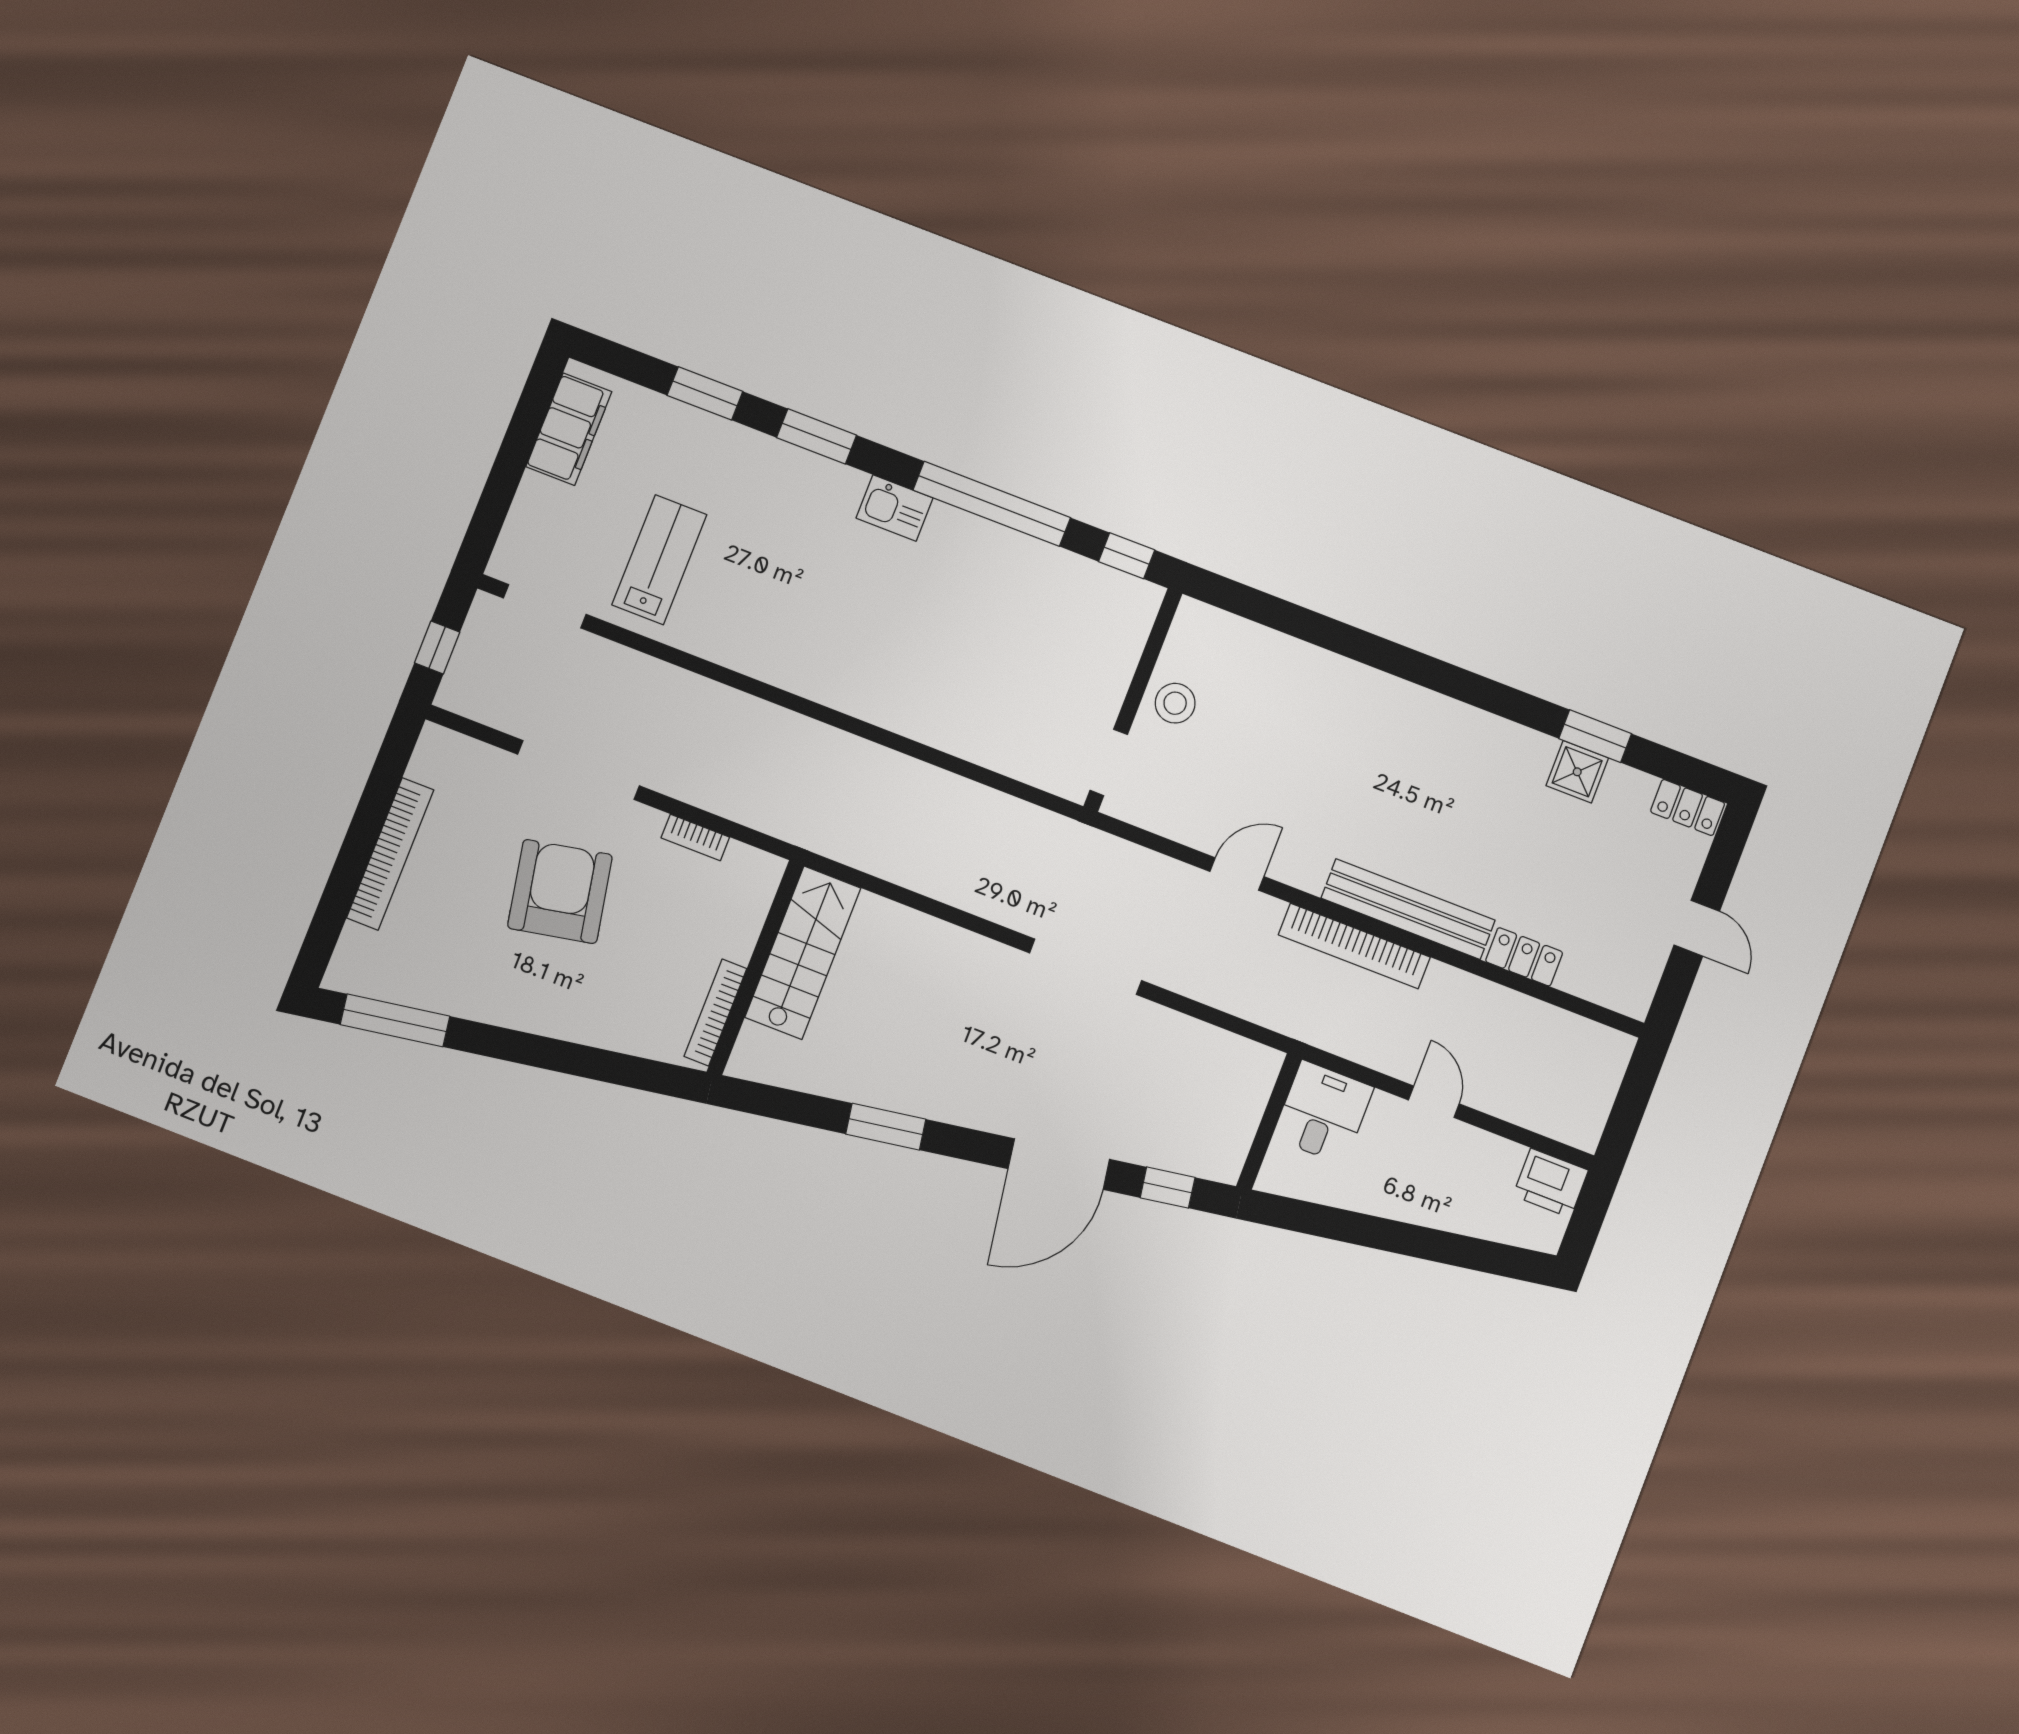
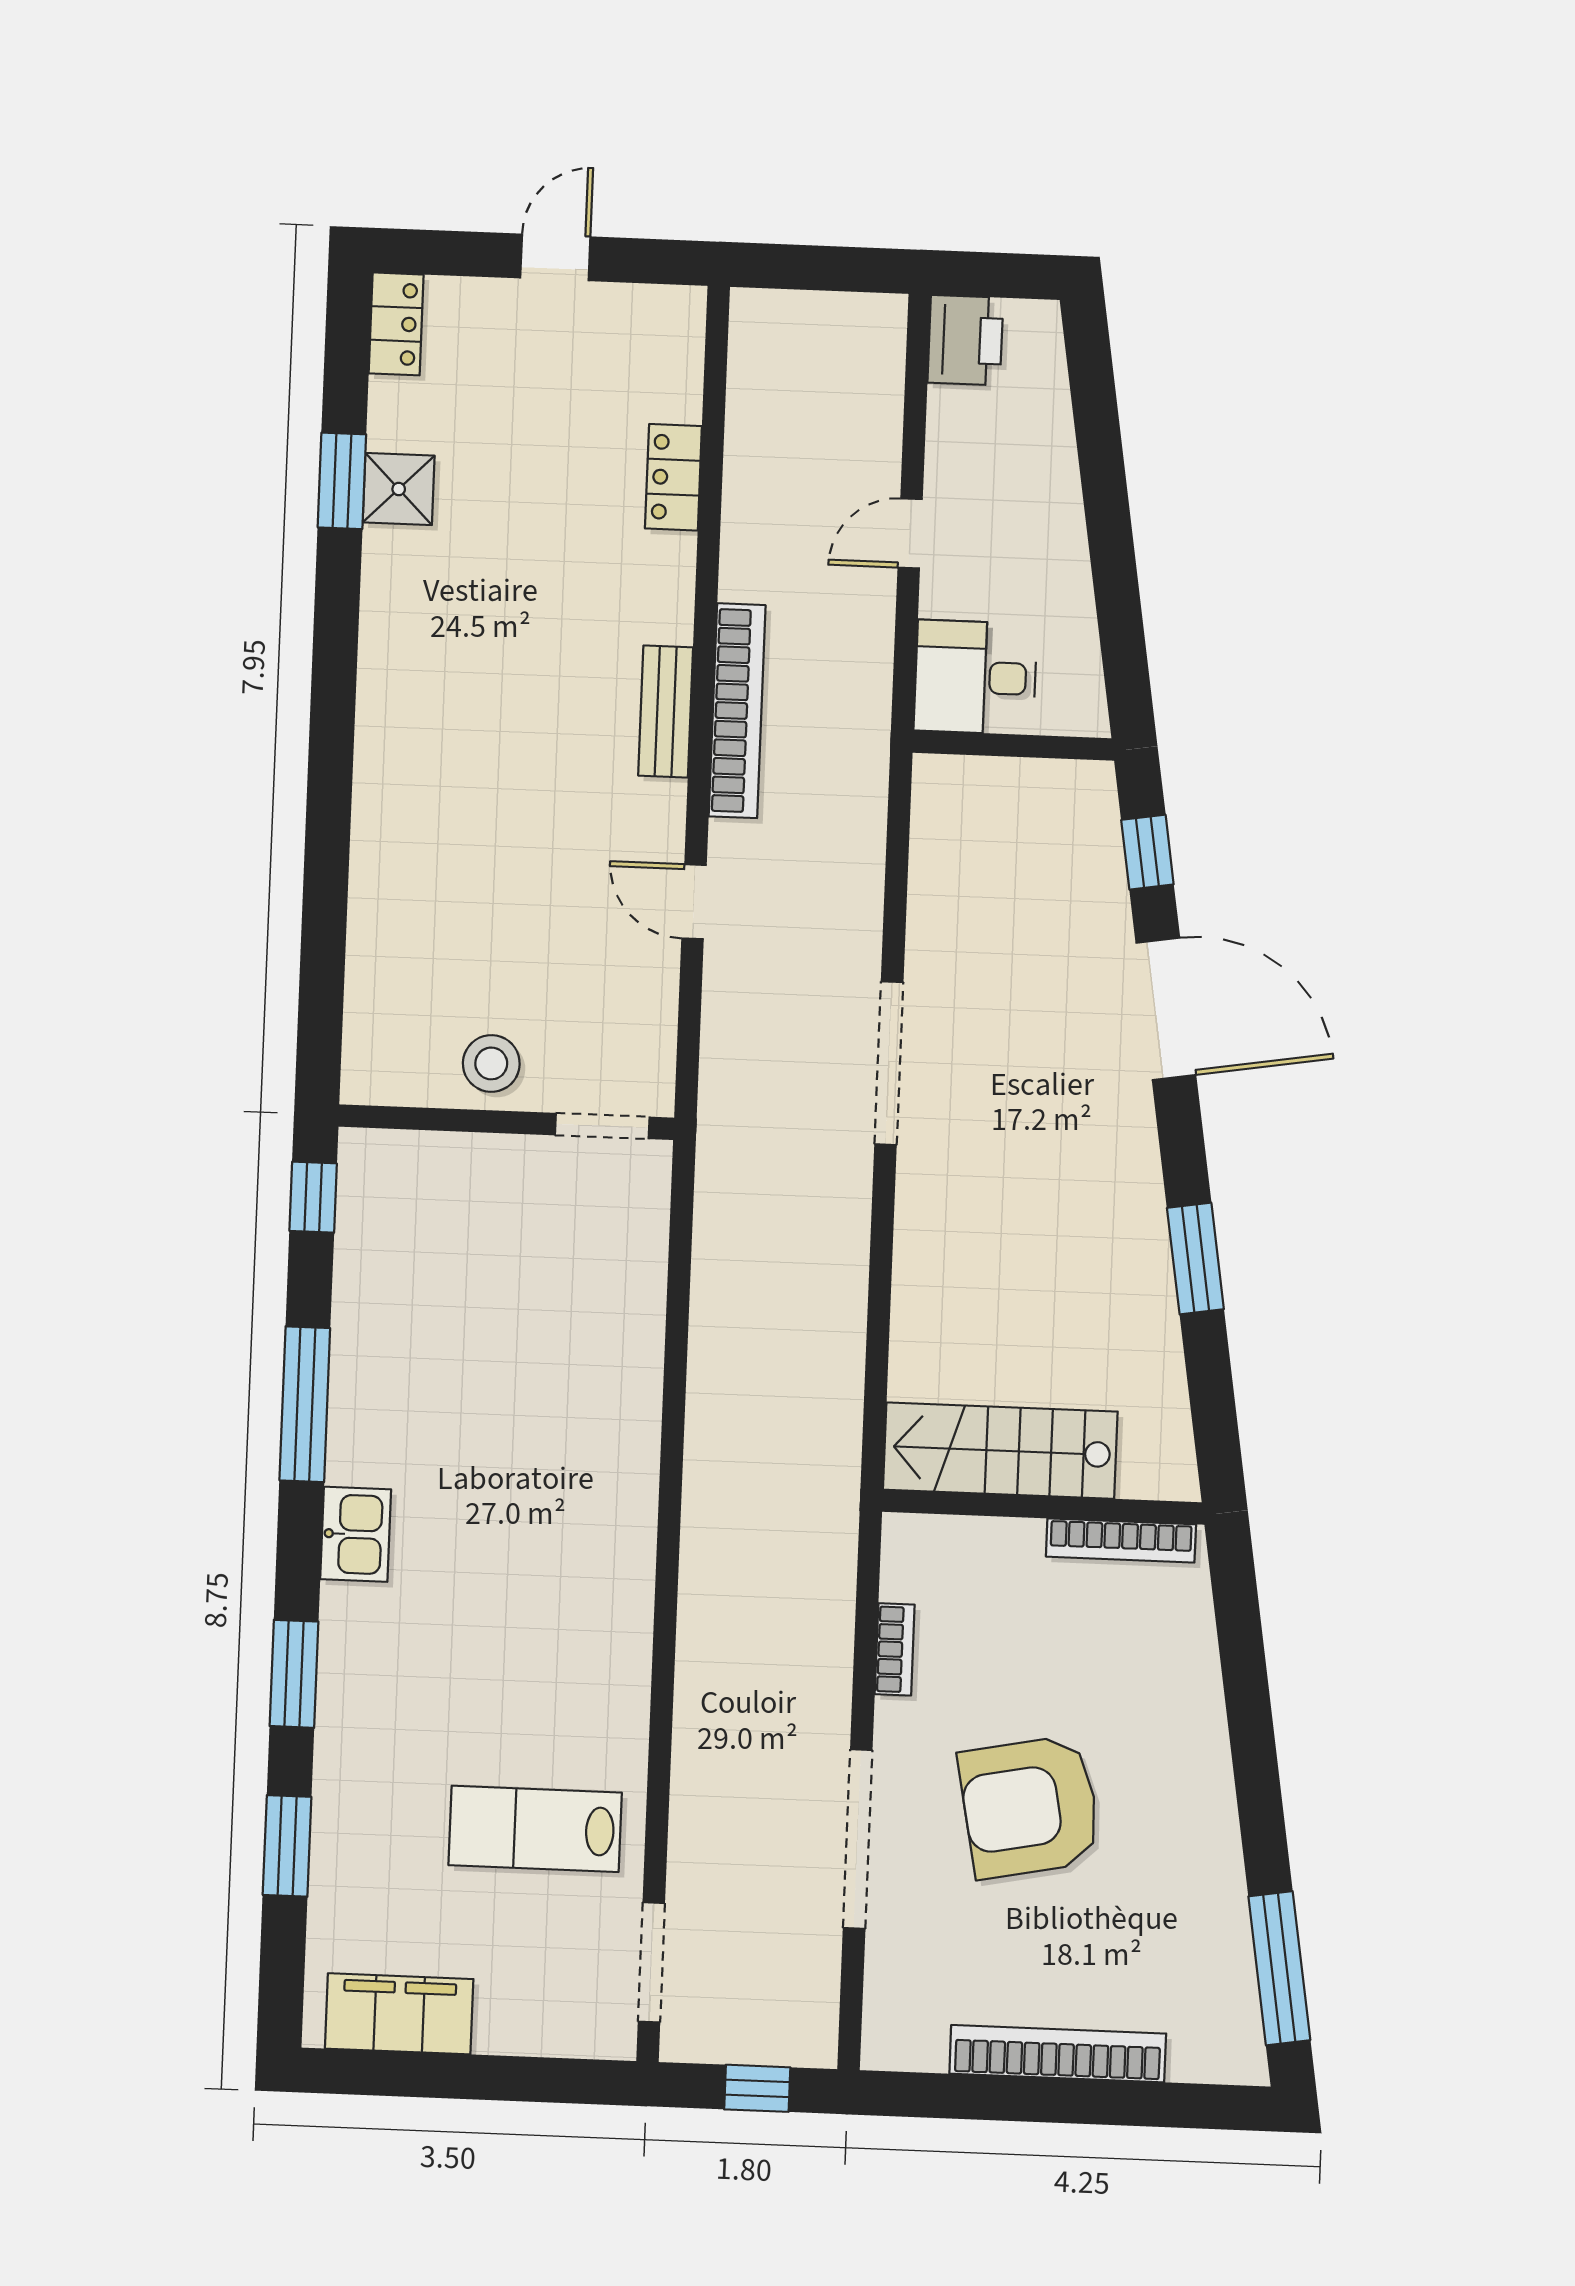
window: (992, 504) -> (305, 1404), width x0.68
bench: (1408, 909) -> (666, 711), width x0.54, depth x0.82

